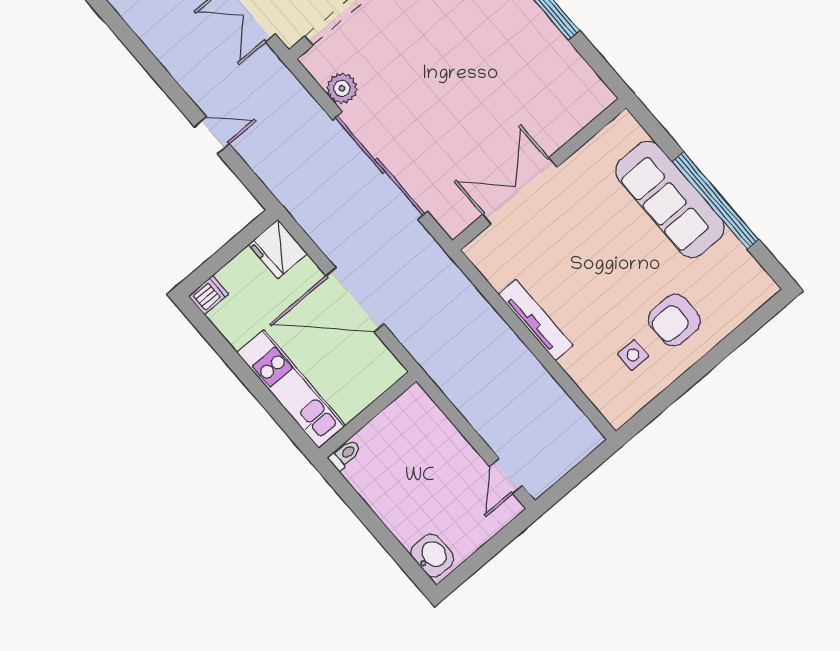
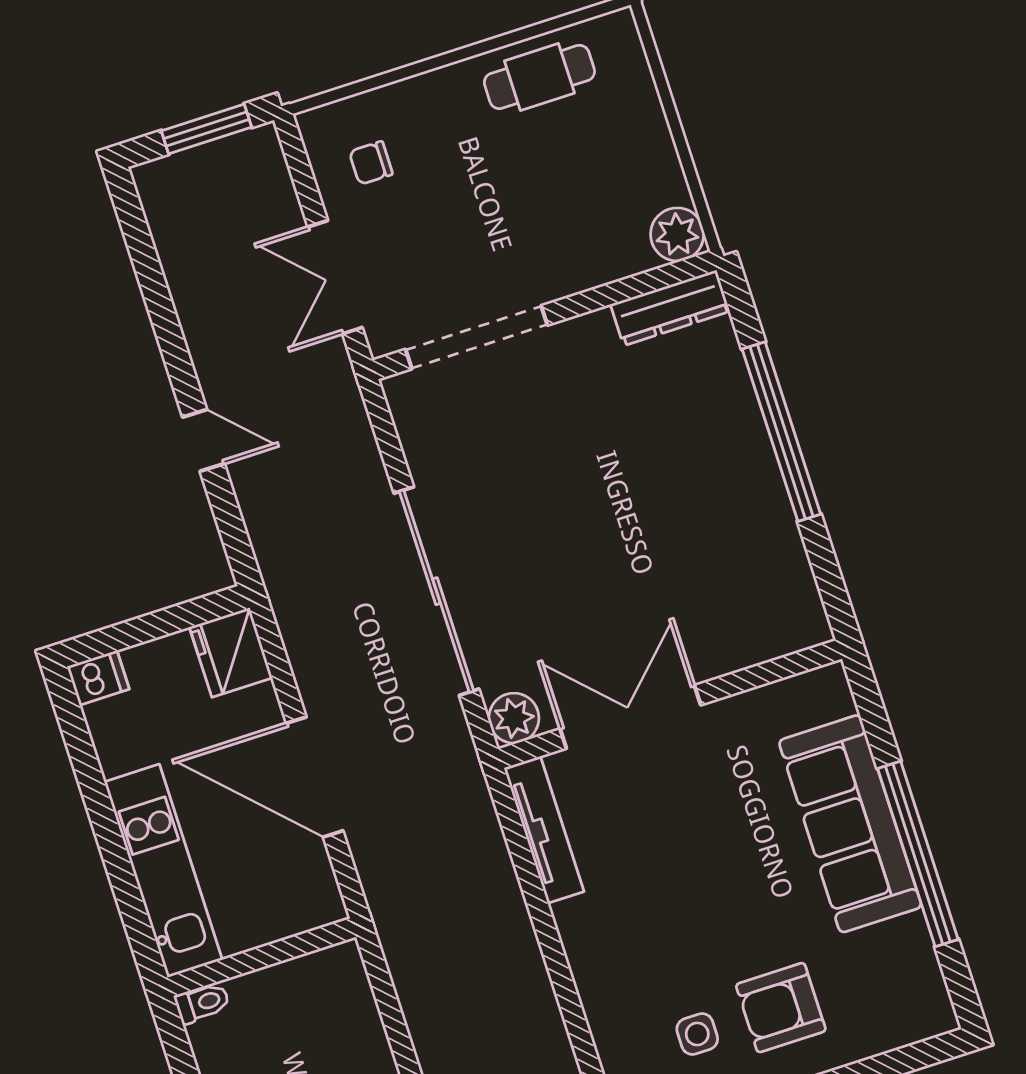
plant: (342, 88) -> (514, 718), moved
tv unit: (536, 320) -> (544, 830), moved

